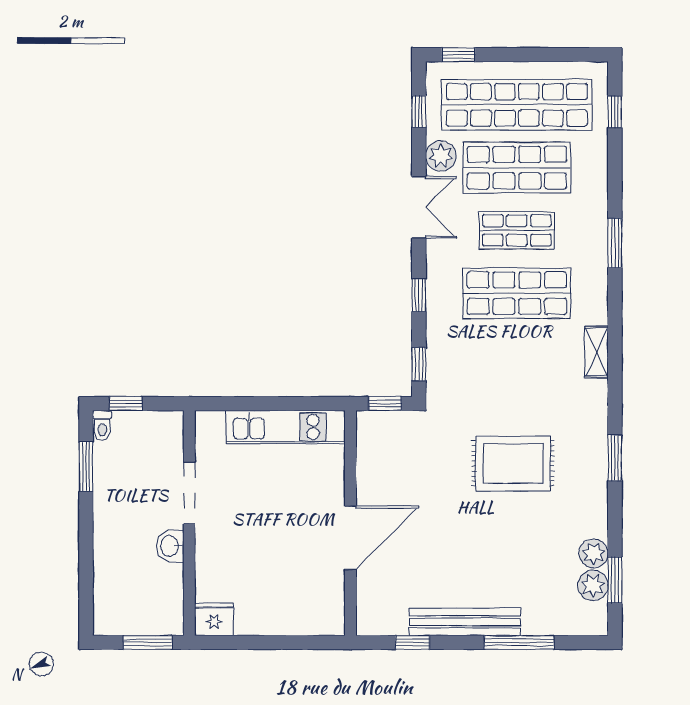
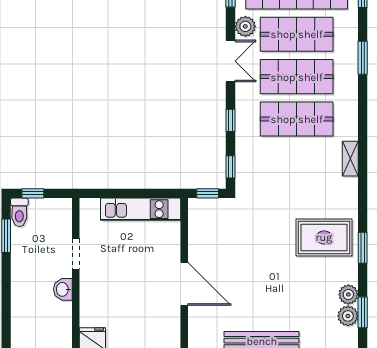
shop shelf: (517, 230) -> (297, 77), width x1.43, depth x1.36
window: (615, 243) -> (363, 58), moved
toilet: (102, 426) -> (19, 212), width x1.37, depth x1.39
window: (615, 458) -> (363, 248), moved
rug: (513, 464) -> (324, 237), moved
doorway: (189, 493) -> (76, 254), width x0.73
door: (350, 538) -> (184, 284), hinge flipped

